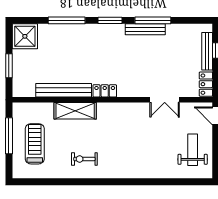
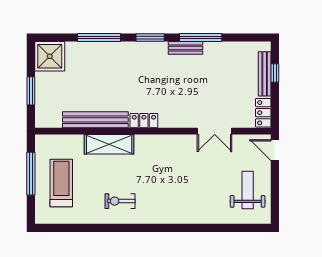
bench: (145, 29) -> (186, 48), width x0.73

